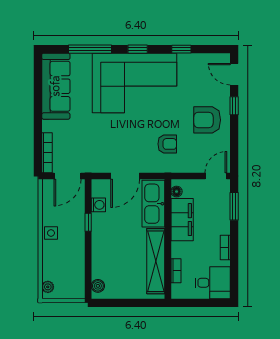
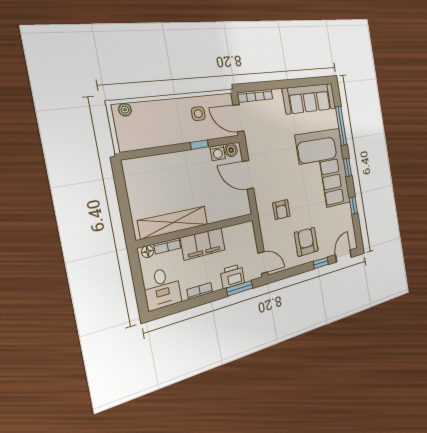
floor lamp: (177, 192) -> (148, 252), moved
kitchen sink: (153, 204) -> (228, 208), removed
printer: (220, 212) -> (232, 276), added
filing cabinet: (182, 220) -> (203, 244), moved
side table: (51, 233) -> (198, 114), moved
boiler: (98, 286) -> (231, 150), moved

